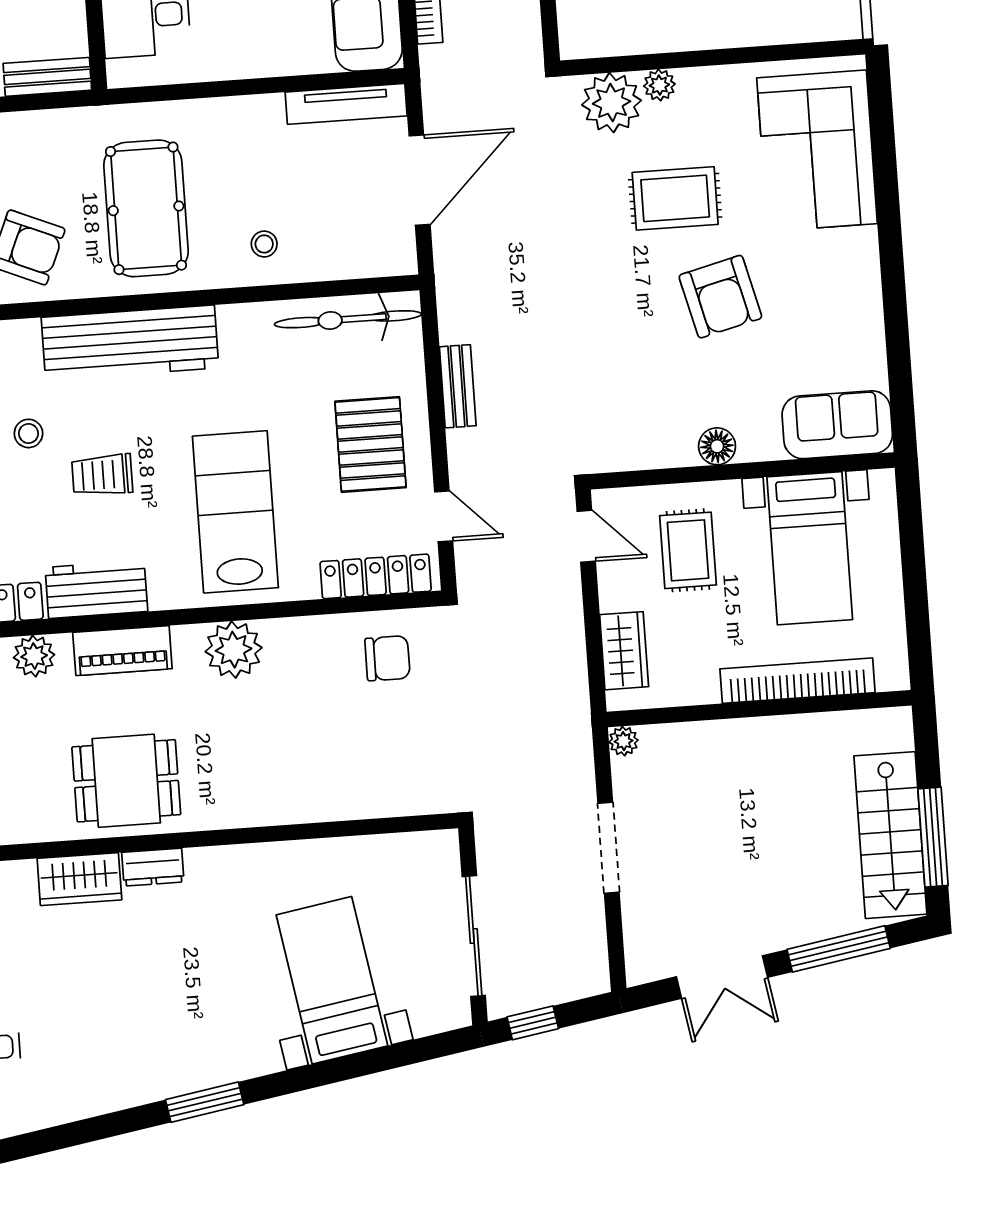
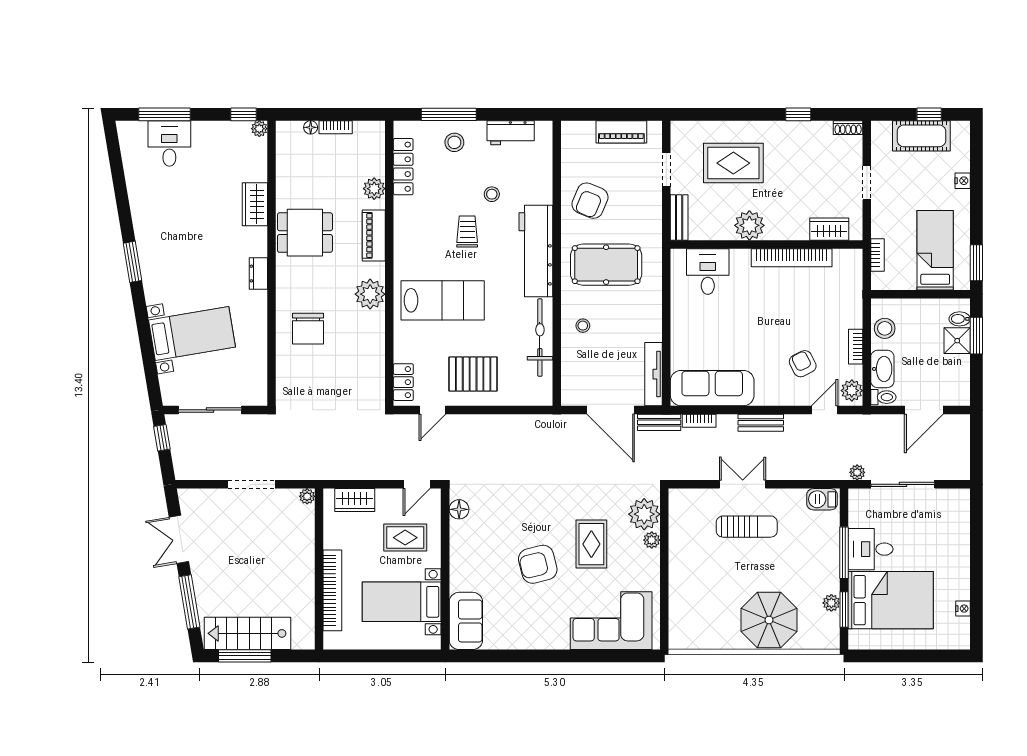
bicycle: (348, 319) -> (540, 338), moved
bench: (458, 386) -> (659, 422), moved
floor lamp: (717, 446) -> (459, 509), moved
locker: (376, 576) -> (403, 382), width x0.66
workbench: (96, 589) -> (407, 224), removed
chair: (387, 658) -> (308, 329), moved, width x1.37, depth x1.37
dining table: (126, 781) -> (305, 233), turned 90
dresser: (153, 867) -> (258, 274), moved

